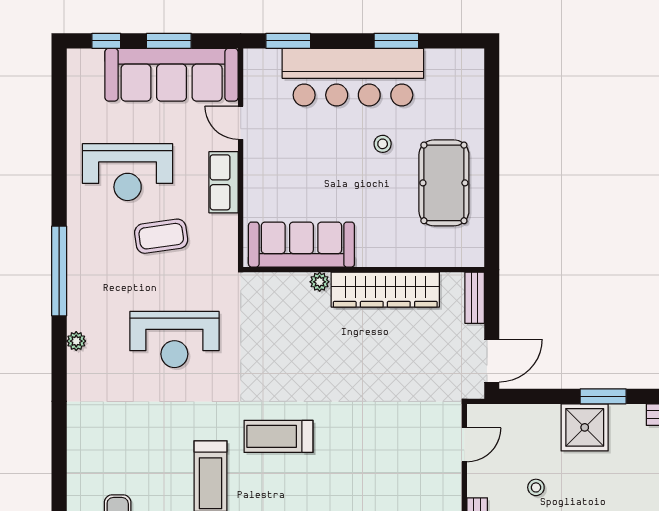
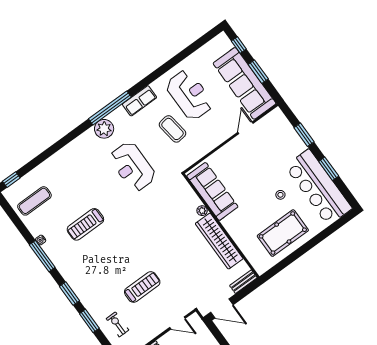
window: (288, 41) -> (304, 135), moved
bar counter: (353, 77) -> (319, 187), moved
reception desk: (128, 172) -> (189, 95), turned 180
row of seats: (224, 182) -> (140, 101), moved, turned 180
window: (59, 271) -> (110, 108), moved
plant: (76, 341) -> (104, 129), width x1.87, depth x1.87
treadmill: (279, 436) -> (142, 287), moved, turned 90

